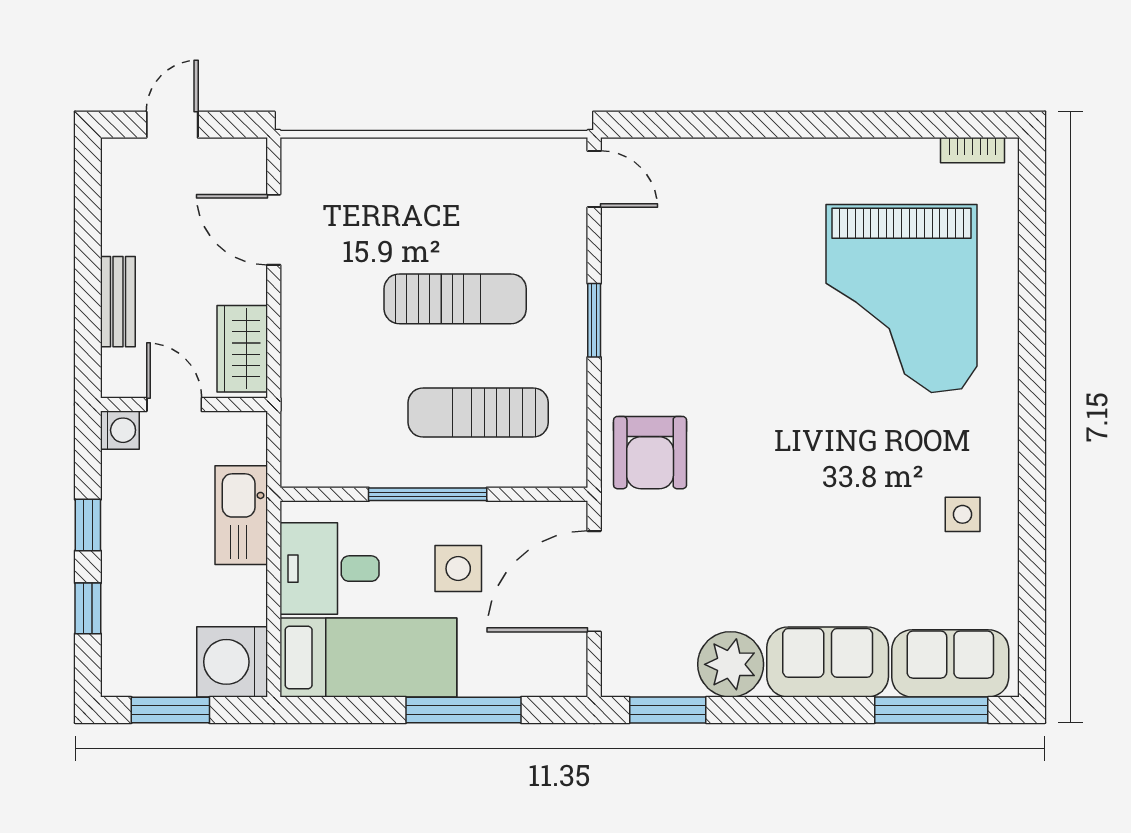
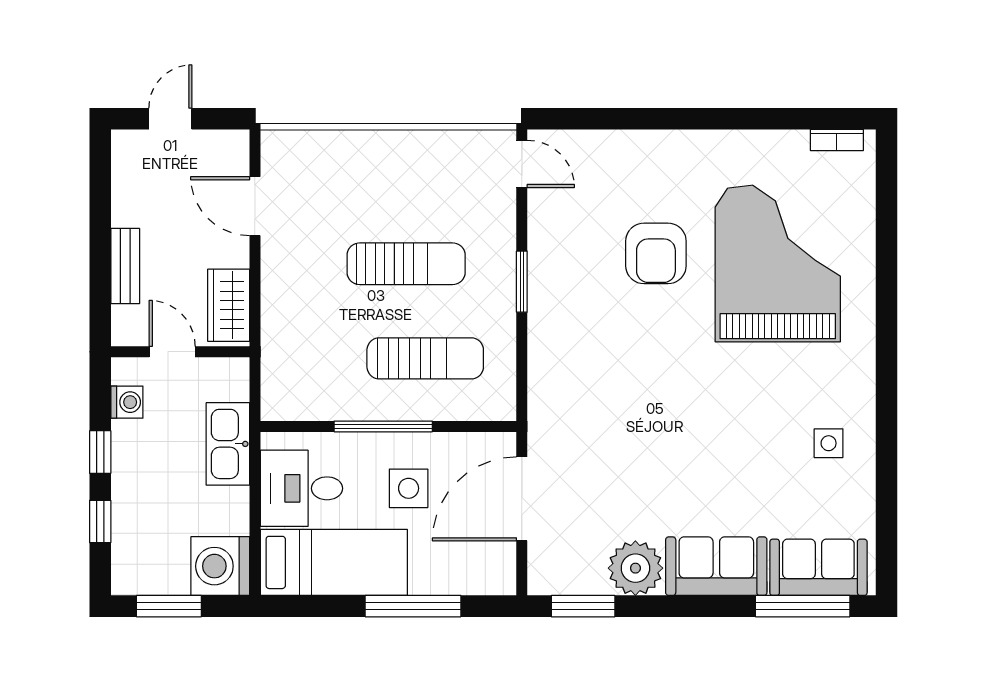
grand piano: (901, 299) -> (778, 263), turned 180
sun lounger: (478, 412) -> (425, 358), turned 180
washing machine: (120, 430) -> (127, 402), moved
armchair: (650, 453) -> (656, 253), moved

